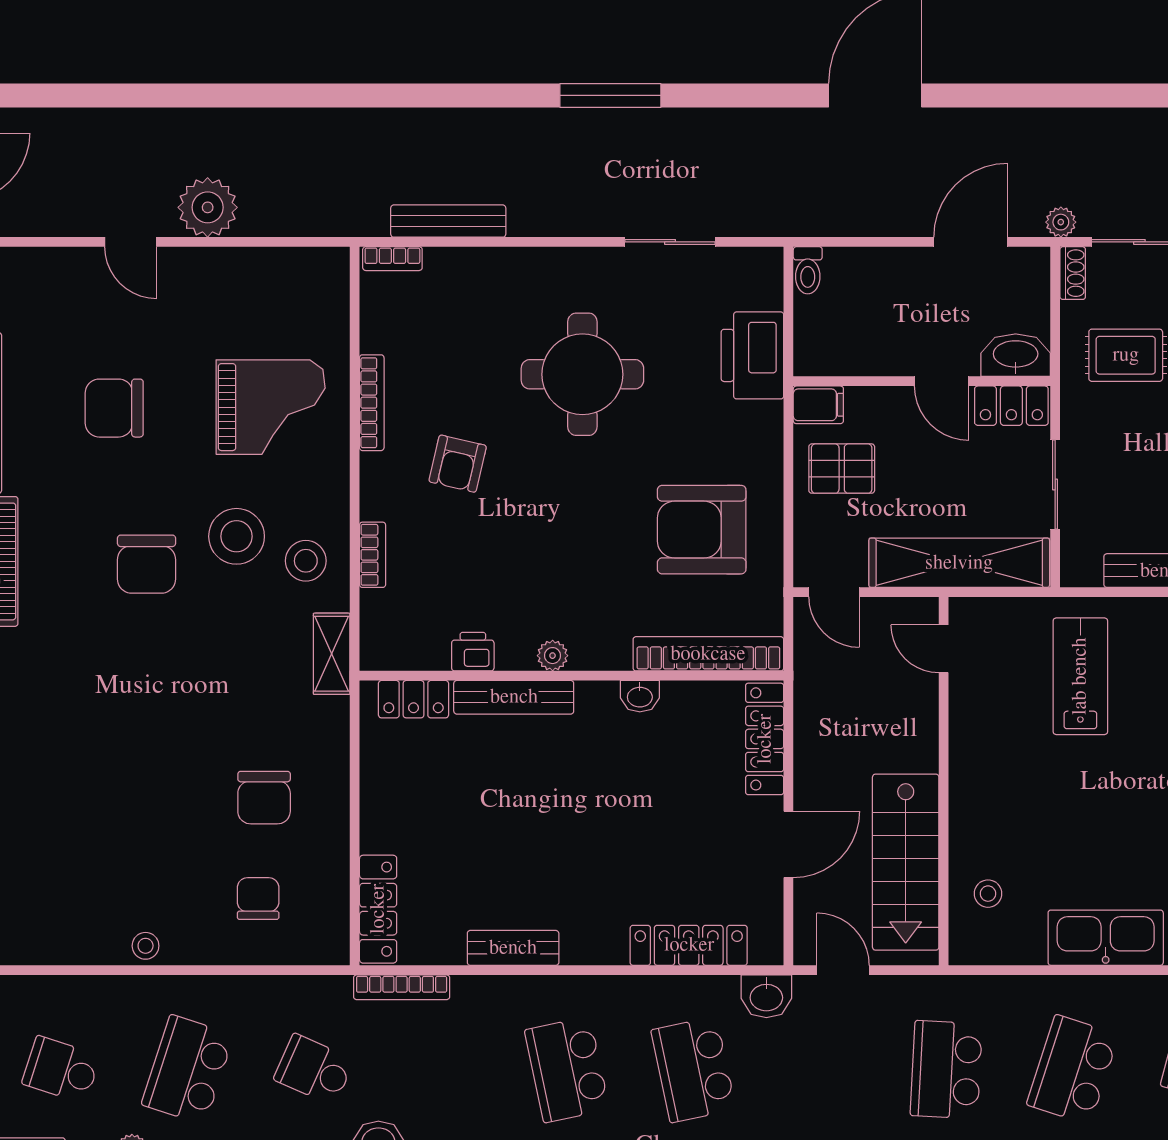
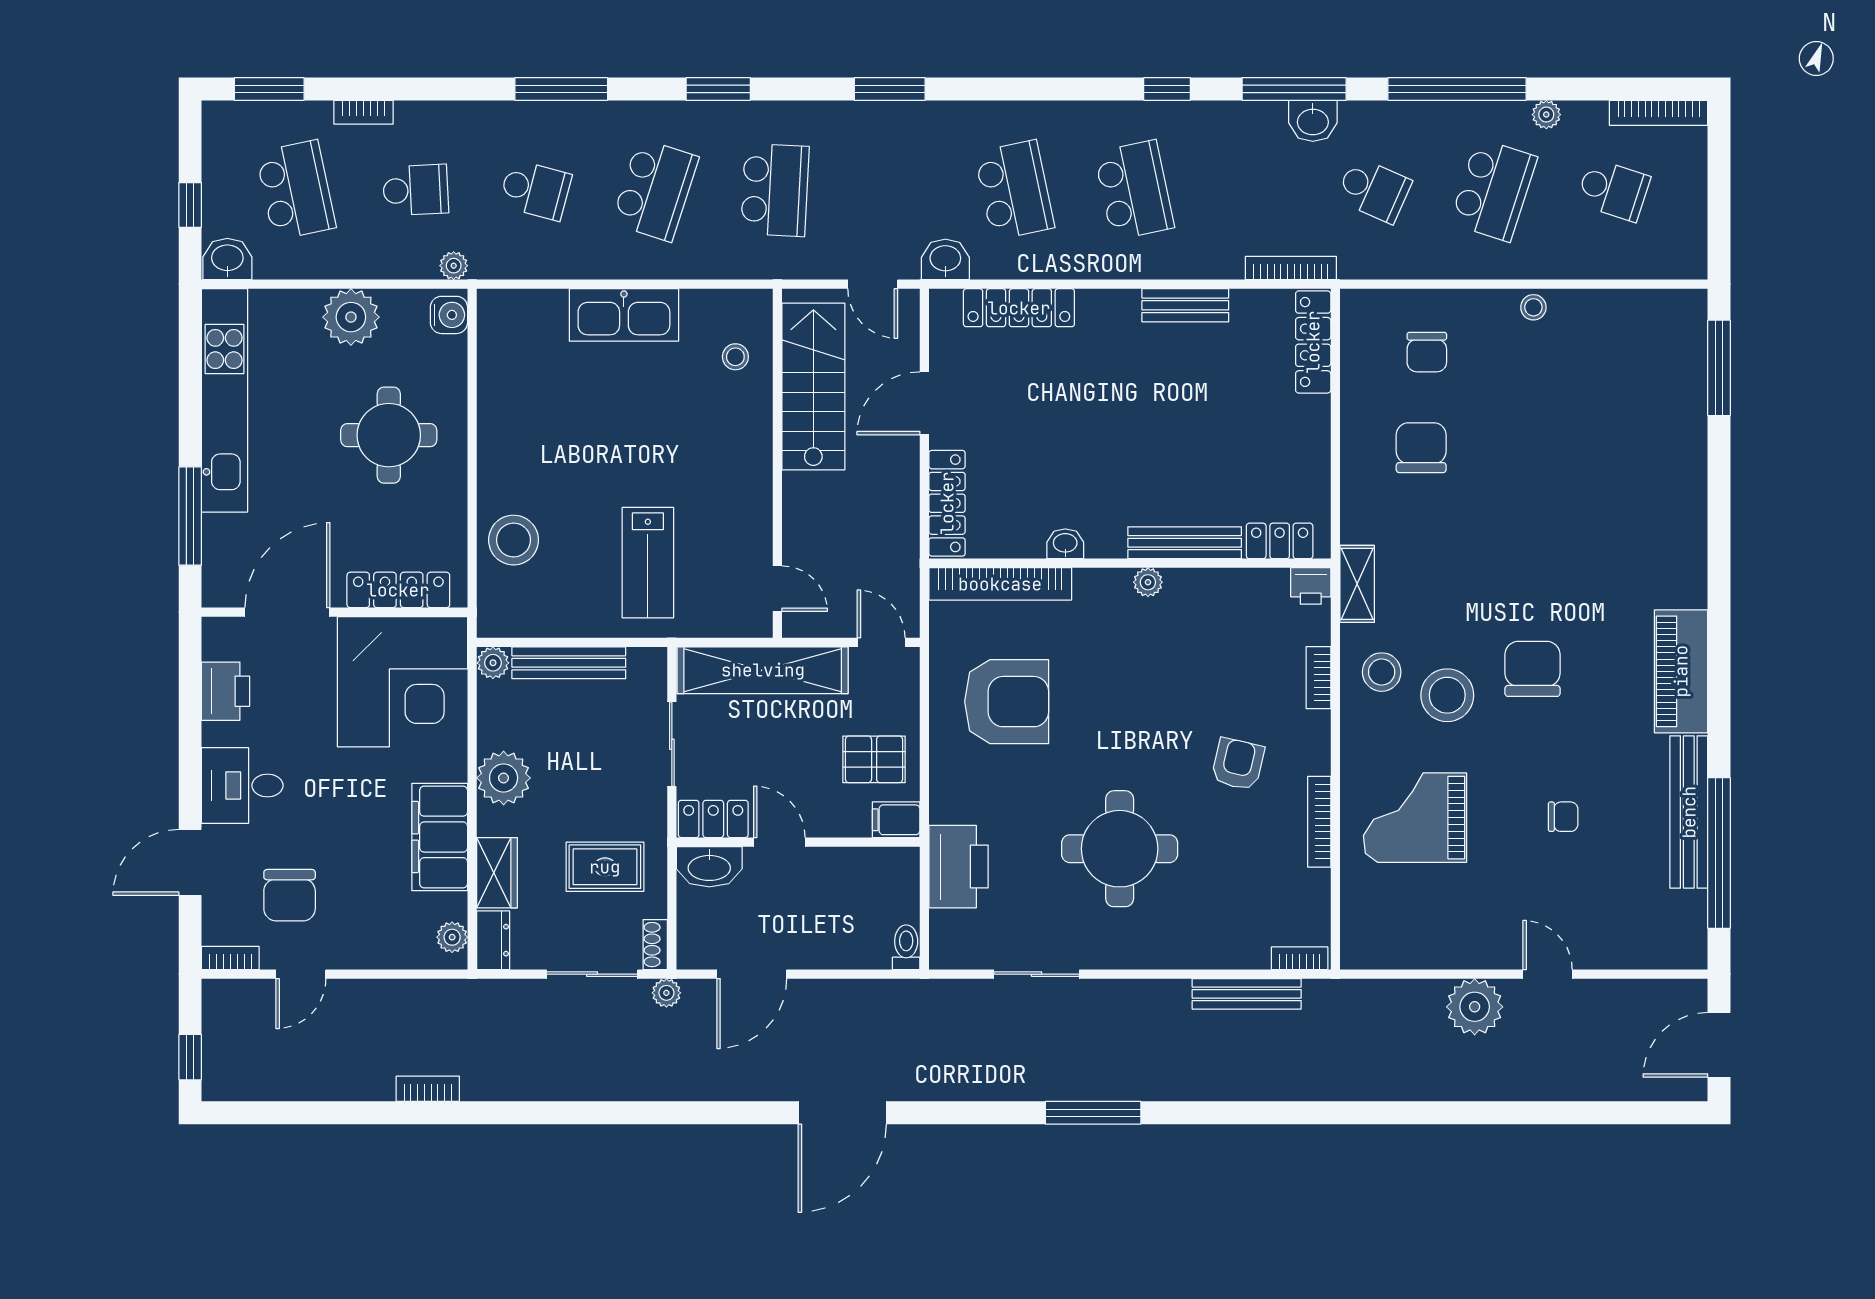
chair: (114, 408) -> (1563, 817), width x0.54, depth x0.54
printer: (473, 652) -> (1311, 586), moved

